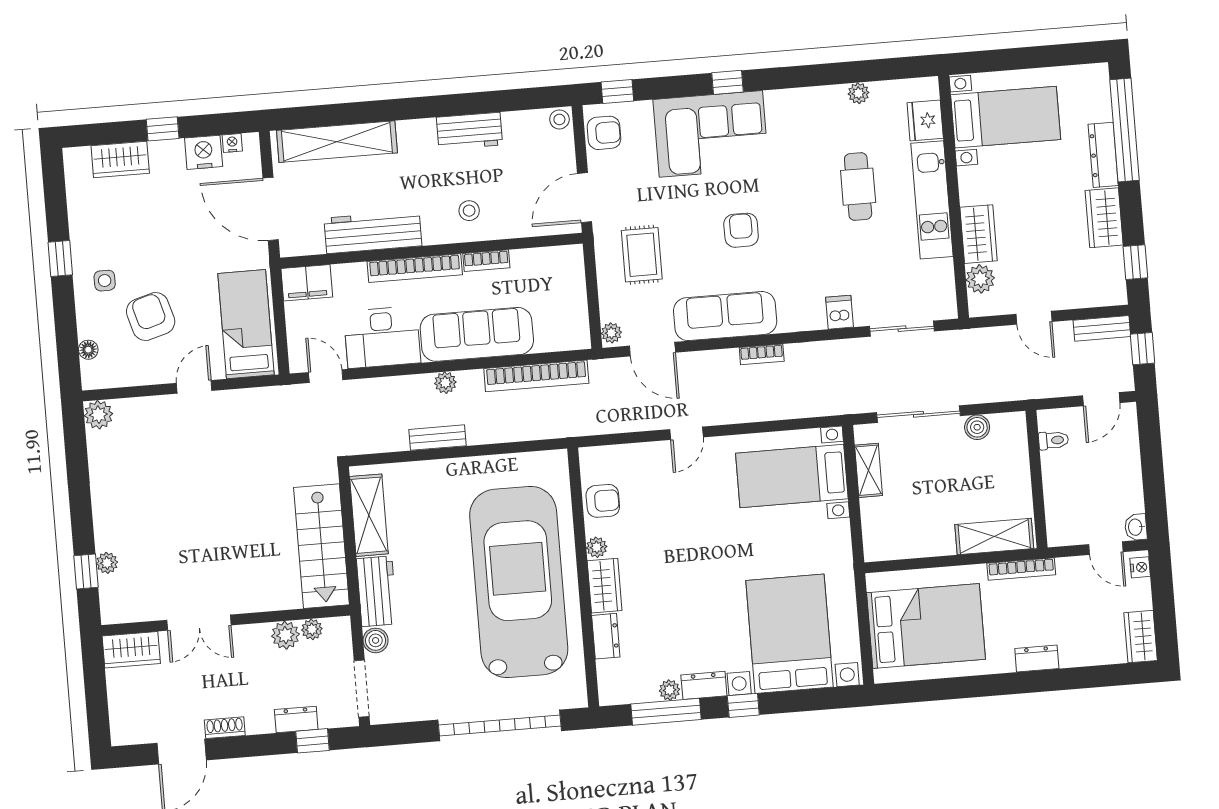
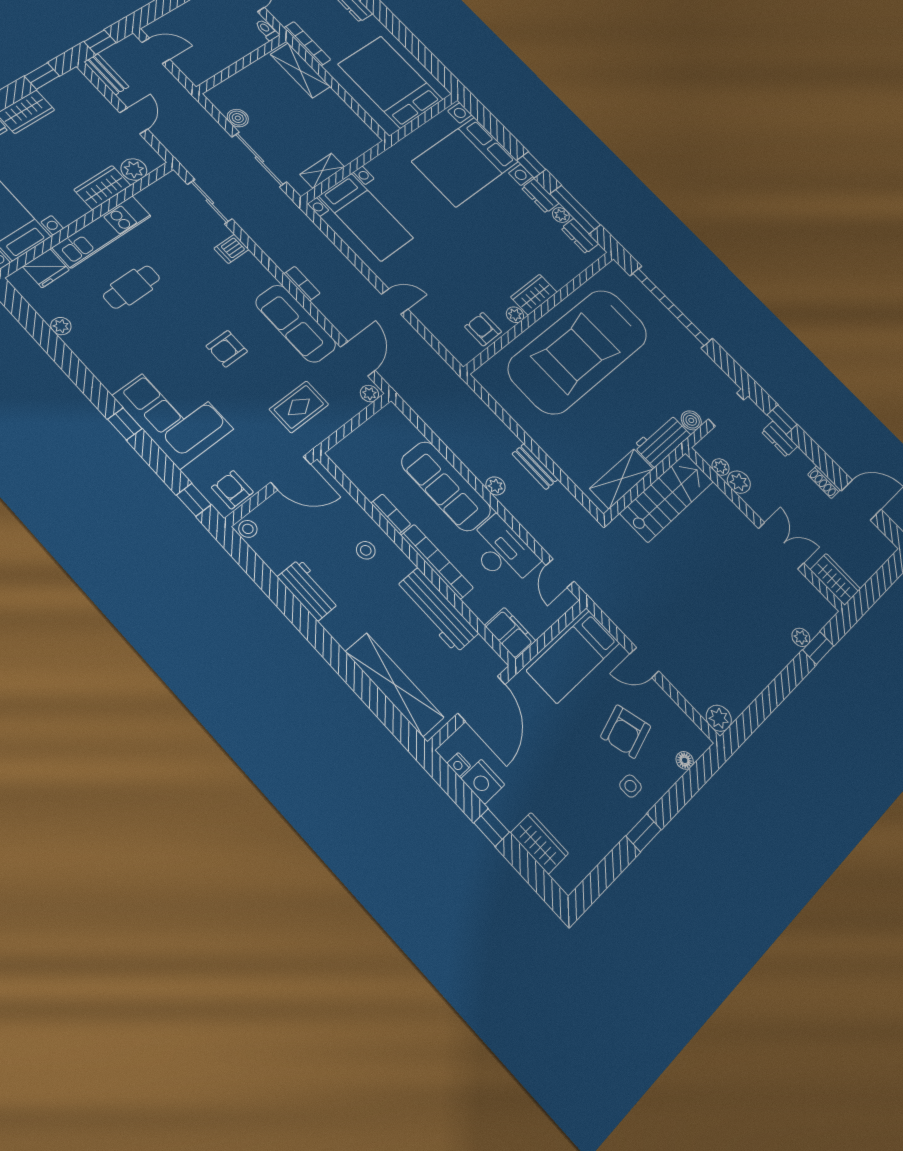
bookcase: (536, 376) -> (440, 426), removed
toilet: (1053, 440) -> (267, 30), moved
dresser: (606, 636) -> (580, 236), moved, turned -90

